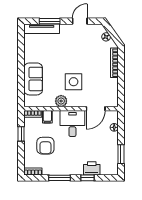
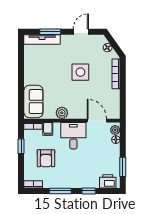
sofa: (33, 79) -> (33, 101), moved
side table: (74, 82) -> (80, 72), moved
door: (96, 109) -> (97, 121), swing flipped
plant: (113, 118) -> (115, 130), added
printer: (92, 168) -> (108, 181), moved

